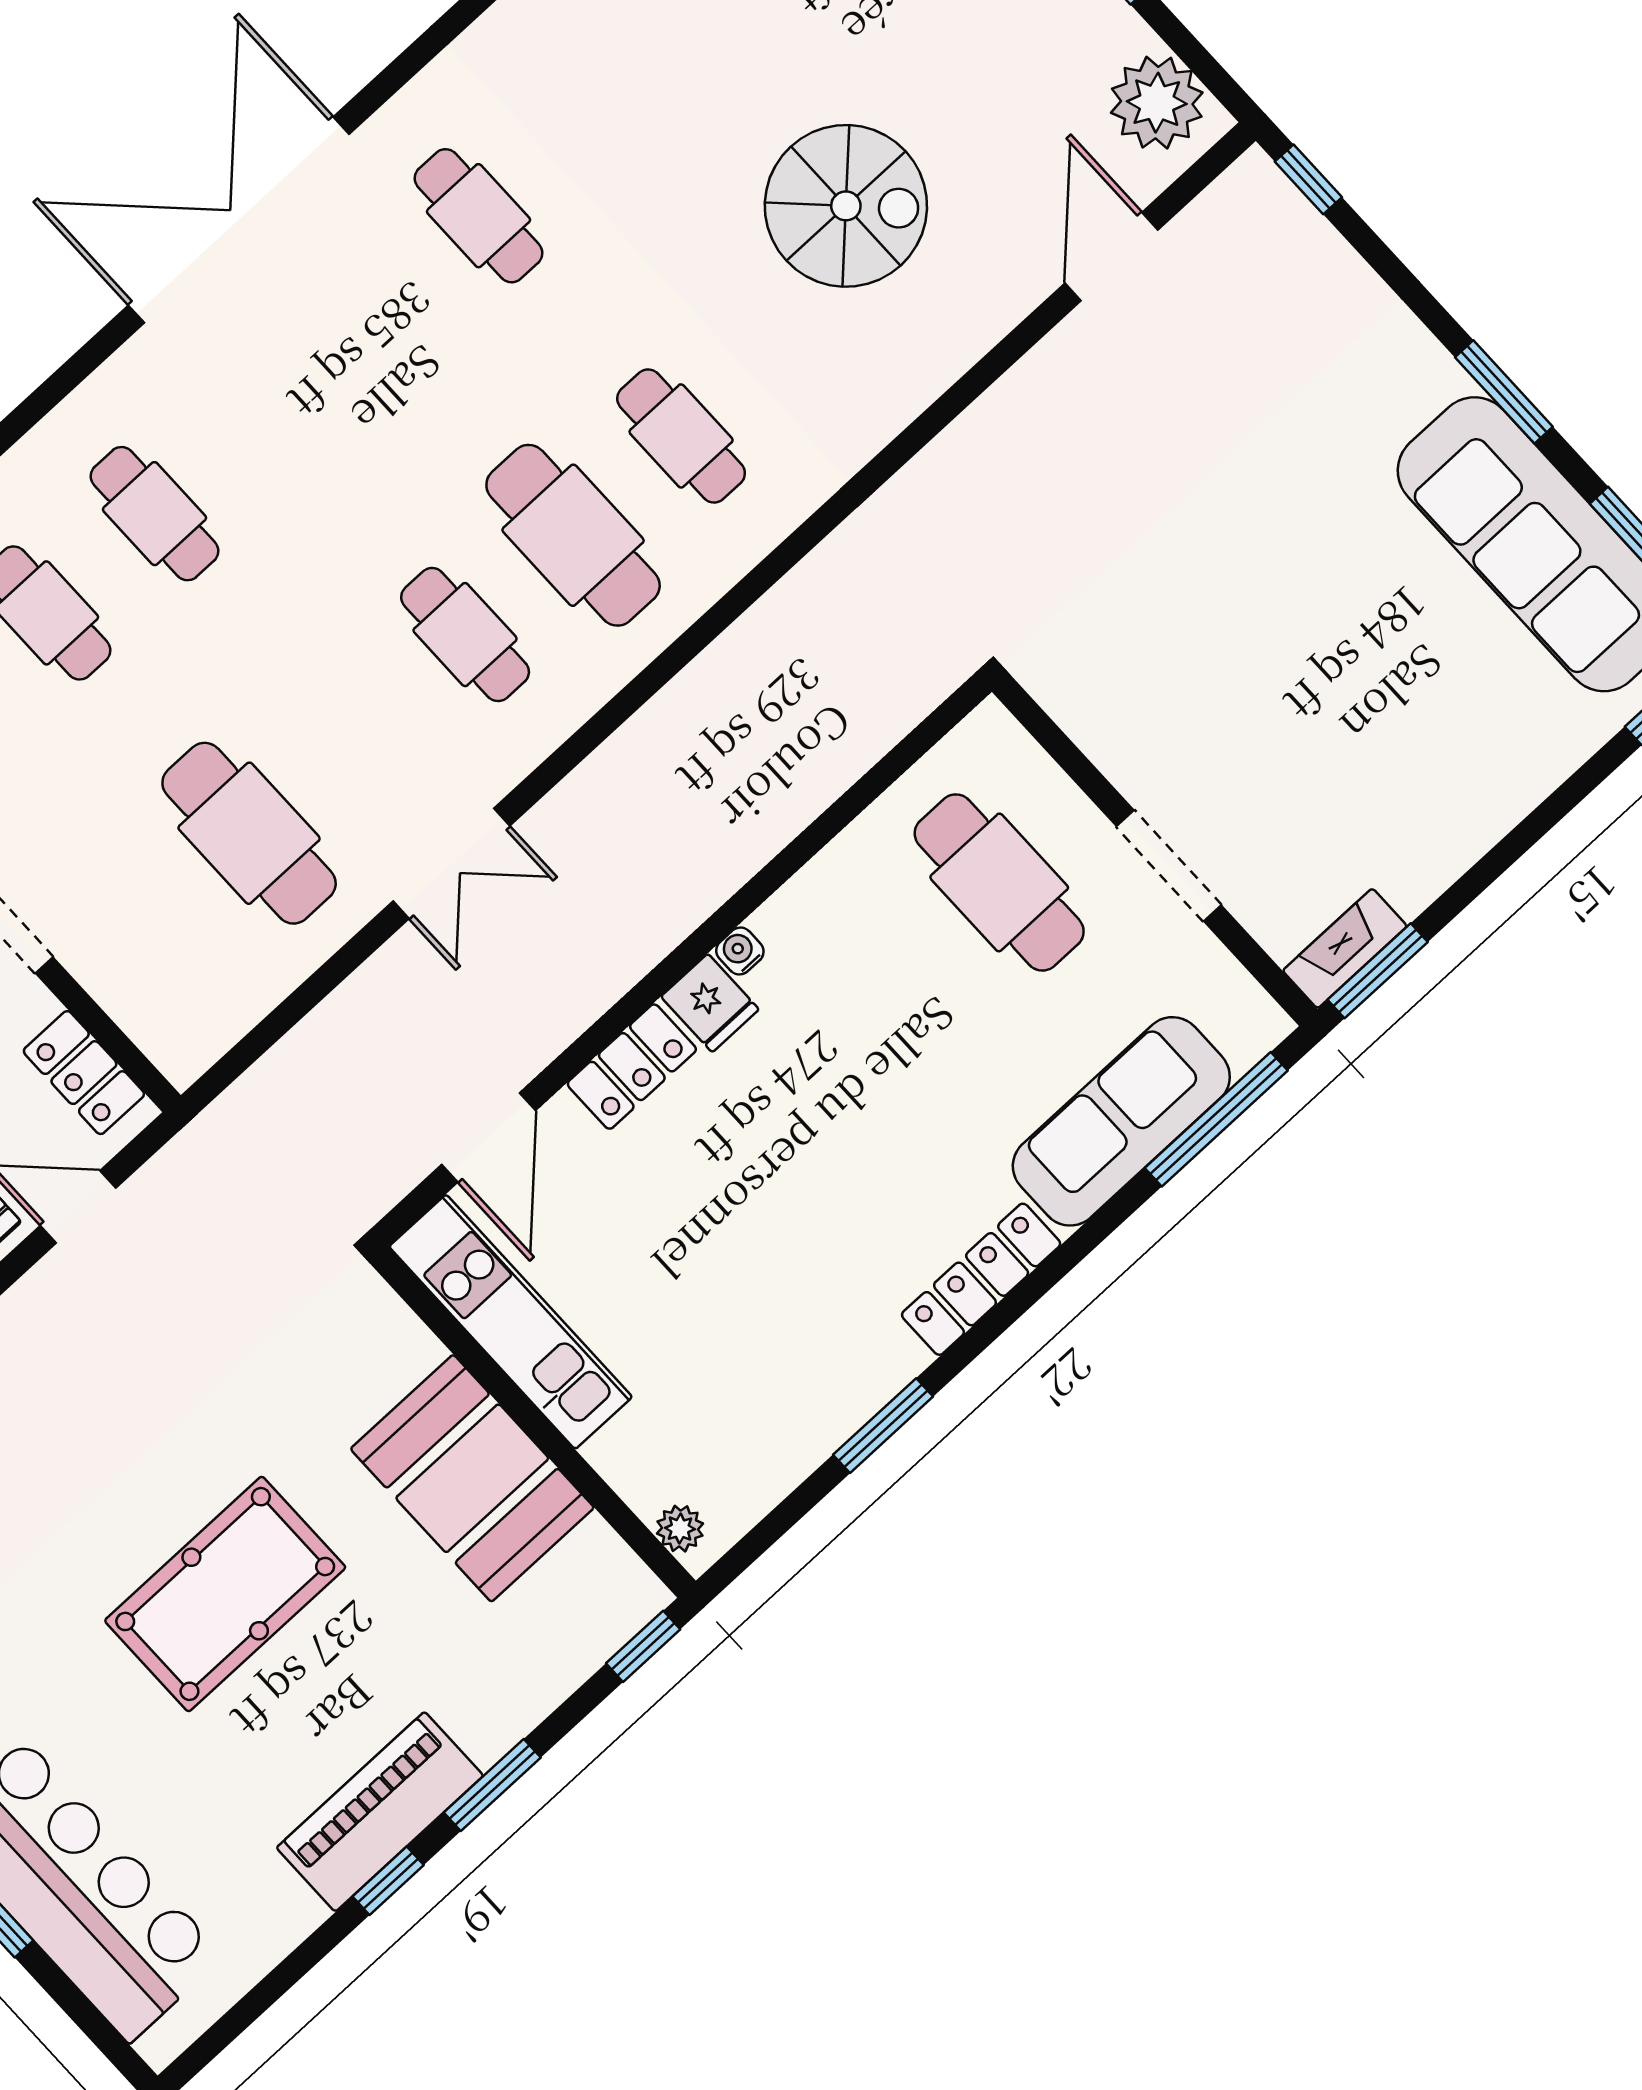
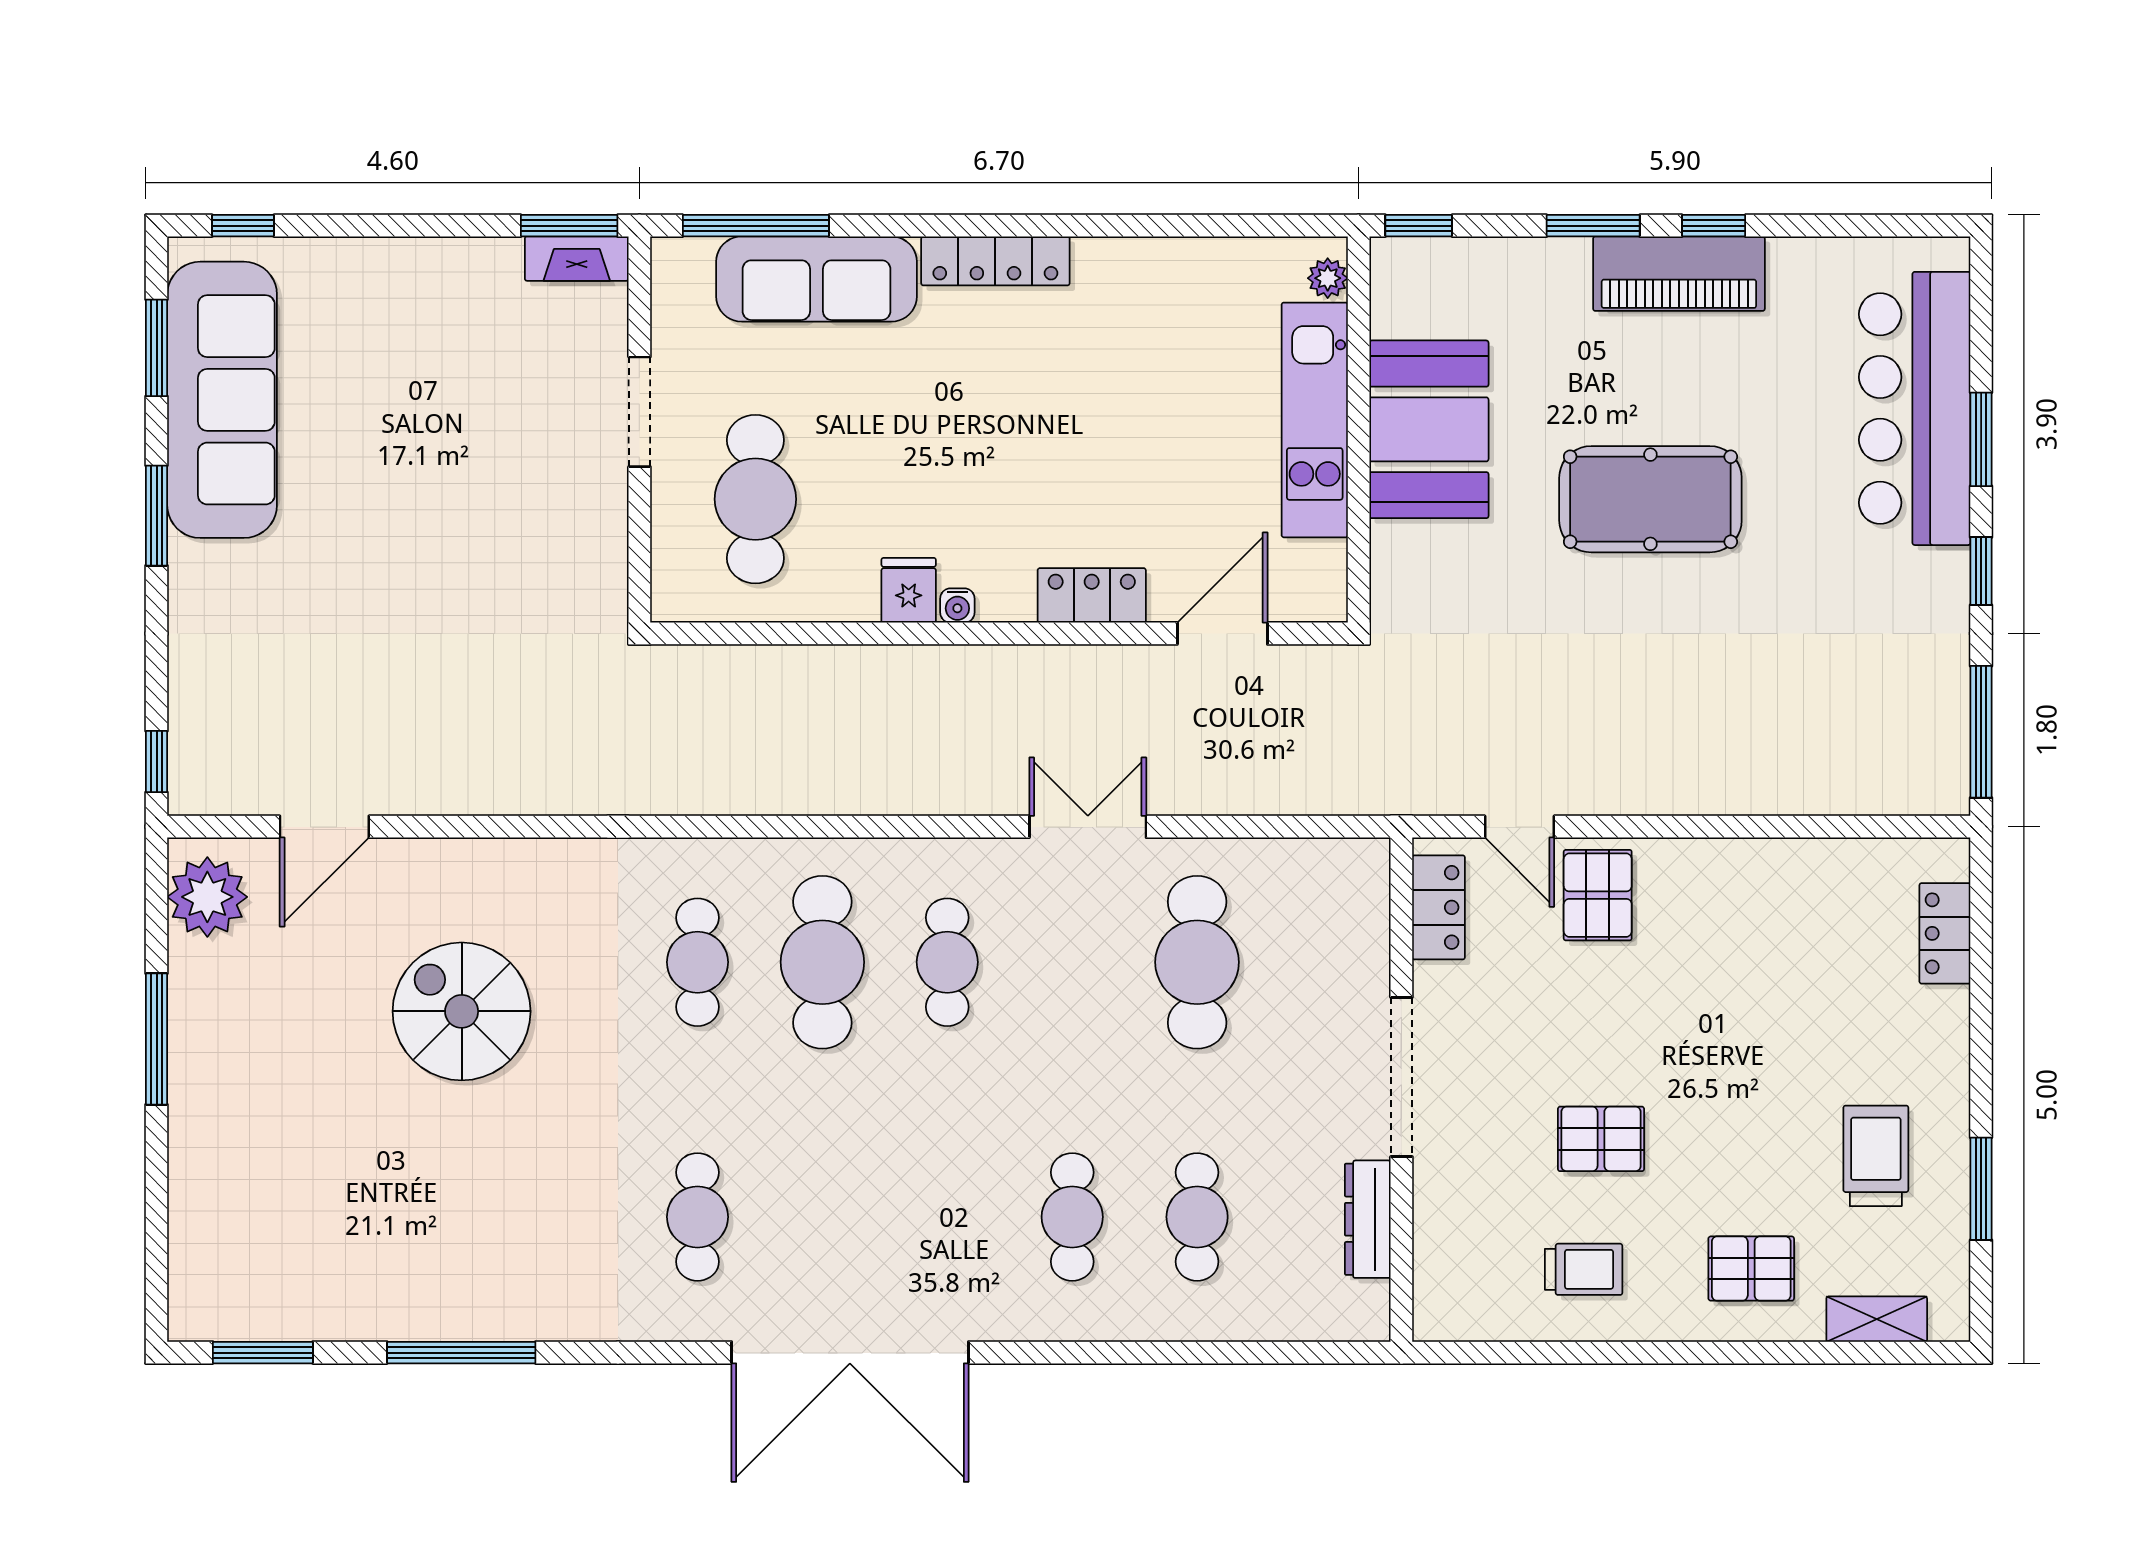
fridge: (710, 1003) -> (909, 590), moved
kitchen unit: (511, 1322) -> (1315, 420), moved
window: (883, 1426) -> (1141, 226), removed

